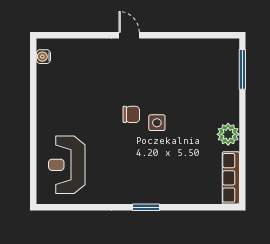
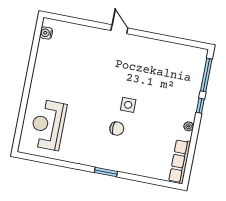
window: (242, 107) -> (200, 106), added
chair: (131, 114) -> (117, 129), moved
plant: (228, 134) -> (189, 126), width x0.53, depth x0.53

